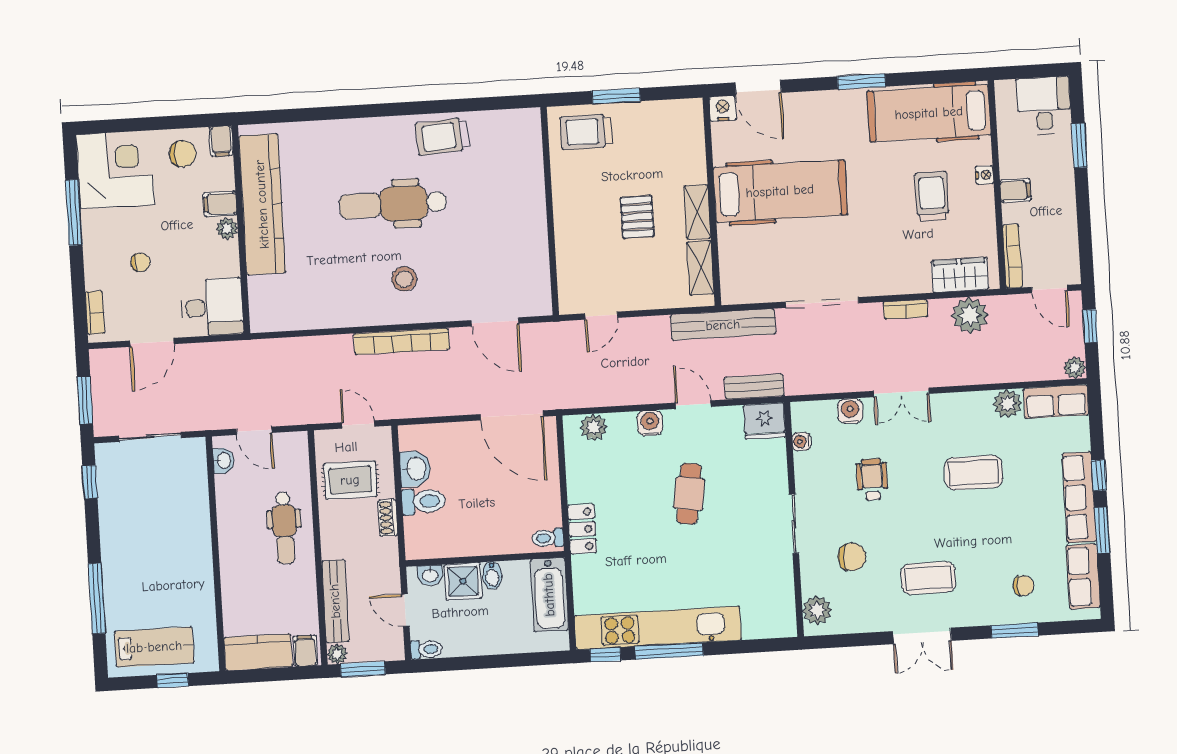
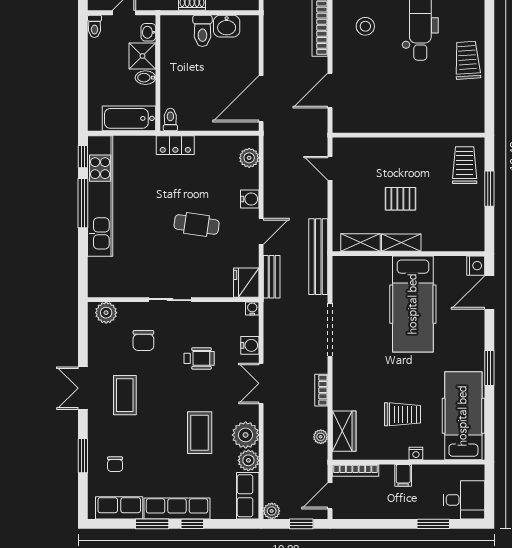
plant: (970, 315) -> (321, 437), width x0.53, depth x0.53
plant: (973, 410) -> (246, 435), added
water cooler: (801, 442) -> (252, 309), moved

